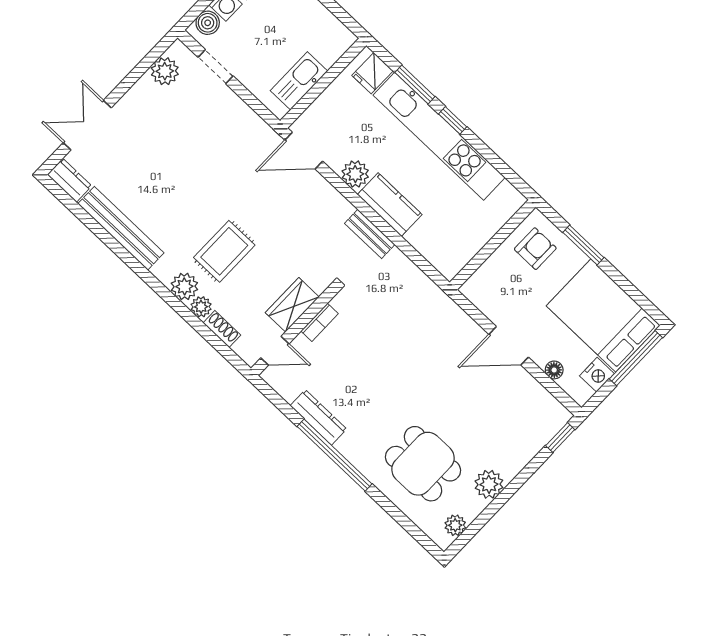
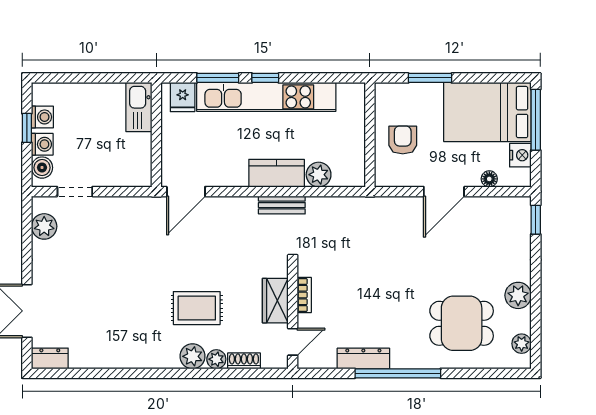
kitchen sink: (299, 81) -> (139, 107), moved
plant: (355, 174) -> (319, 175), moved
bench: (121, 228) -> (114, 358), removed
armchair: (535, 249) -> (403, 140), moved
rug: (224, 251) -> (197, 308), turned 90

